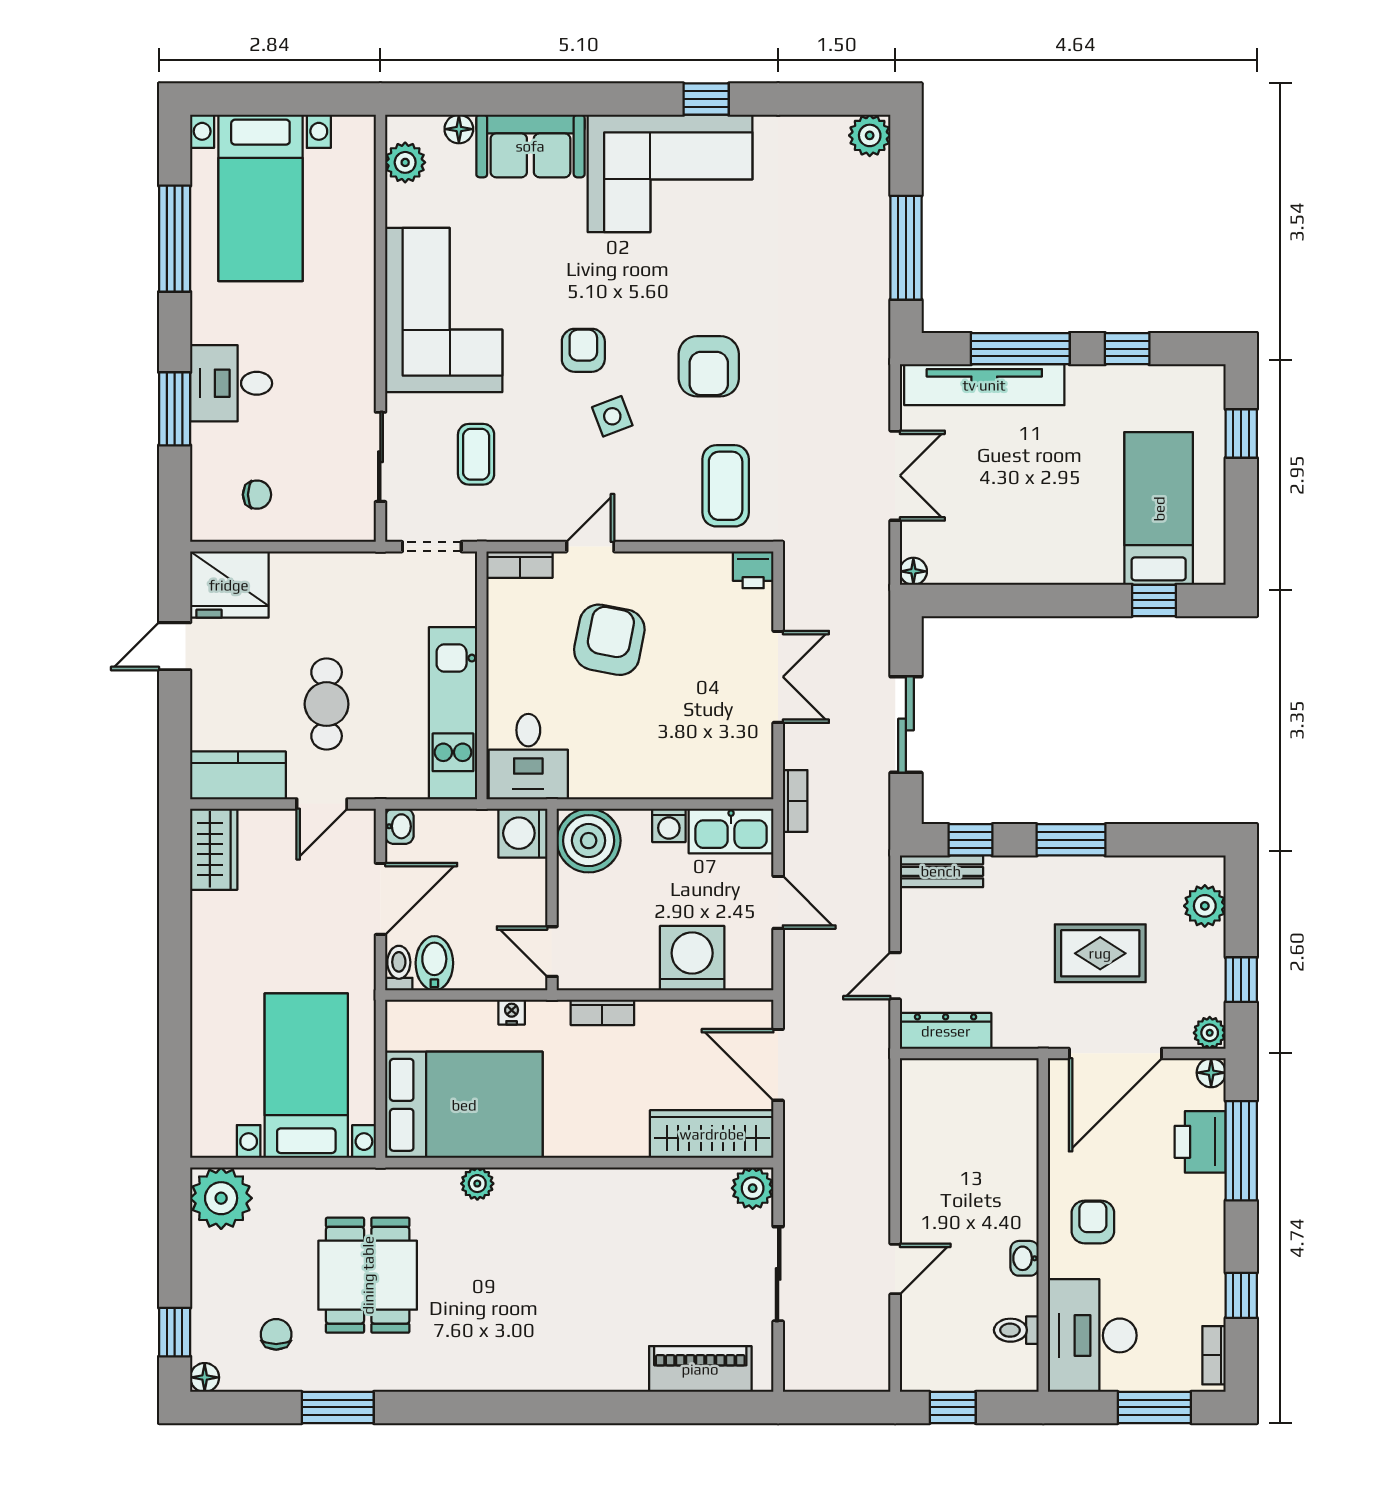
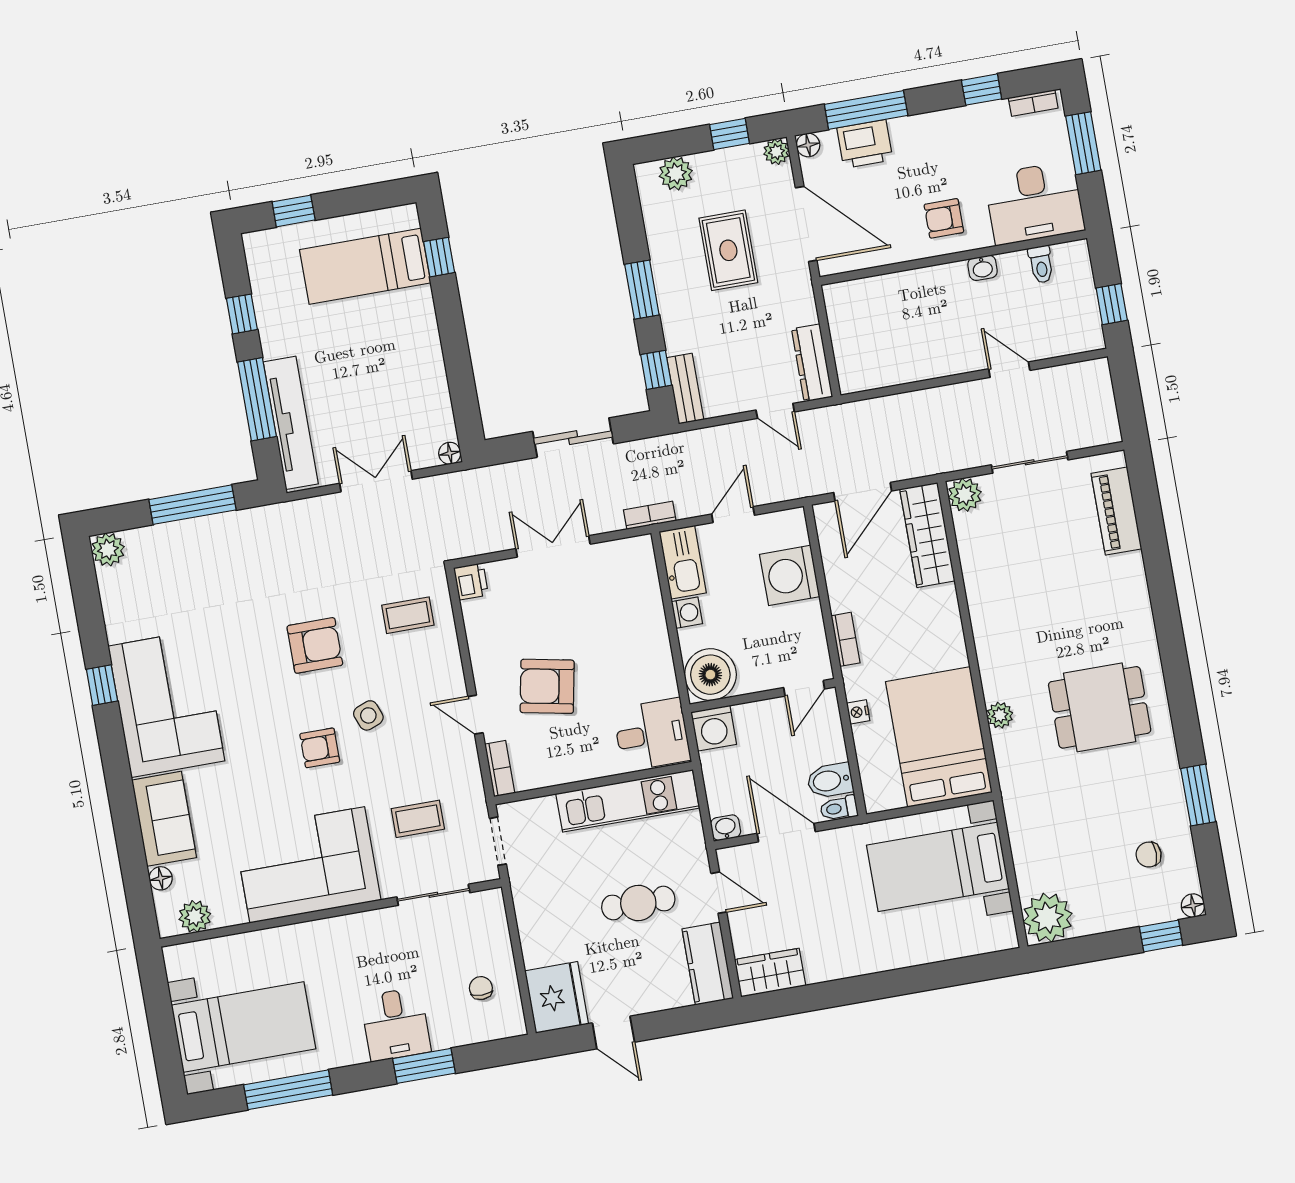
coffee table: (726, 486) -> (408, 615), width x0.73, depth x0.77
dining table: (368, 1275) -> (1100, 707), moved

